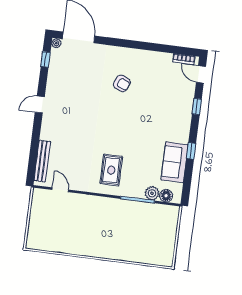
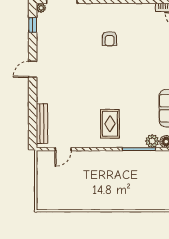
armchair: (122, 83) -> (110, 39), turned 66
door: (60, 190) -> (63, 149), swing flipped

